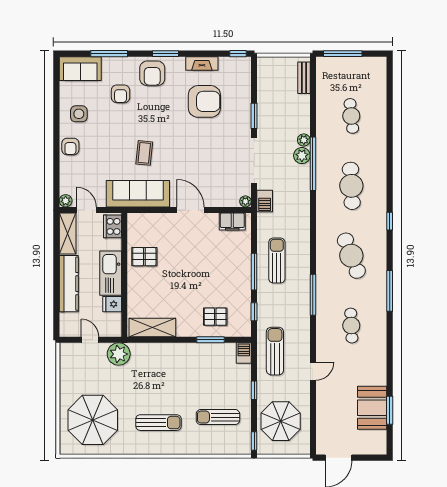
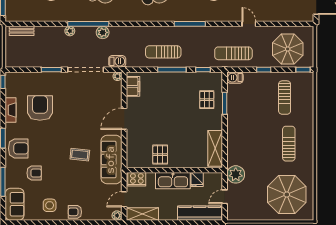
armchair: (70, 147) -> (75, 212), turned 180
plant: (302, 156) -> (103, 32), moved
kitchen counter: (69, 284) -> (200, 213), moved

